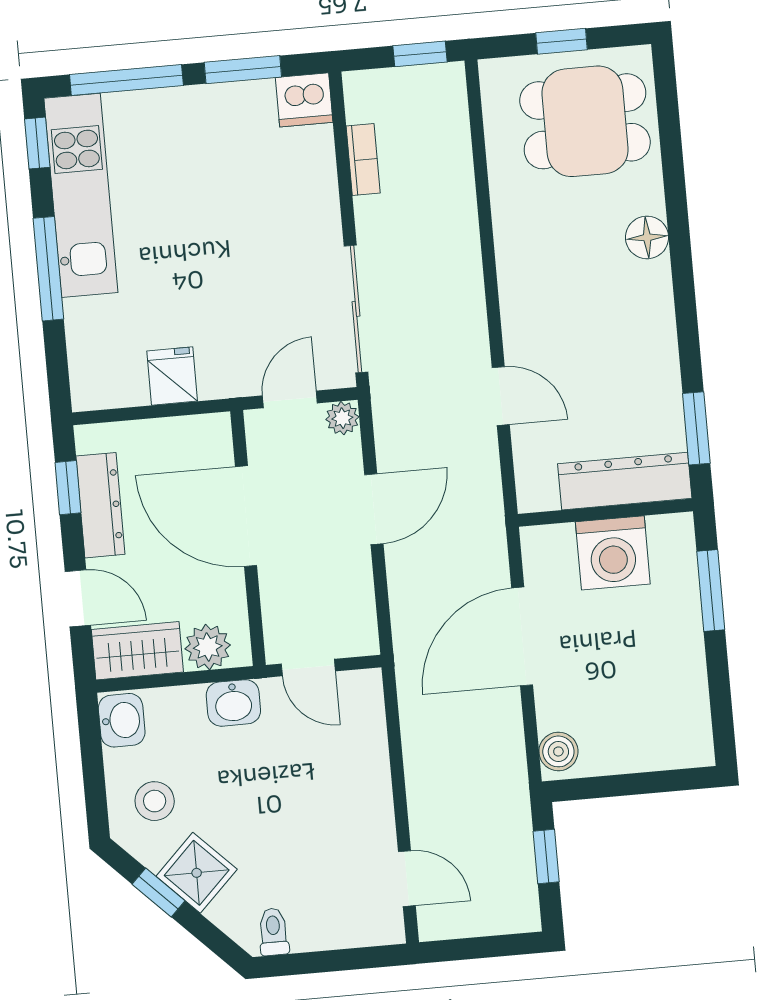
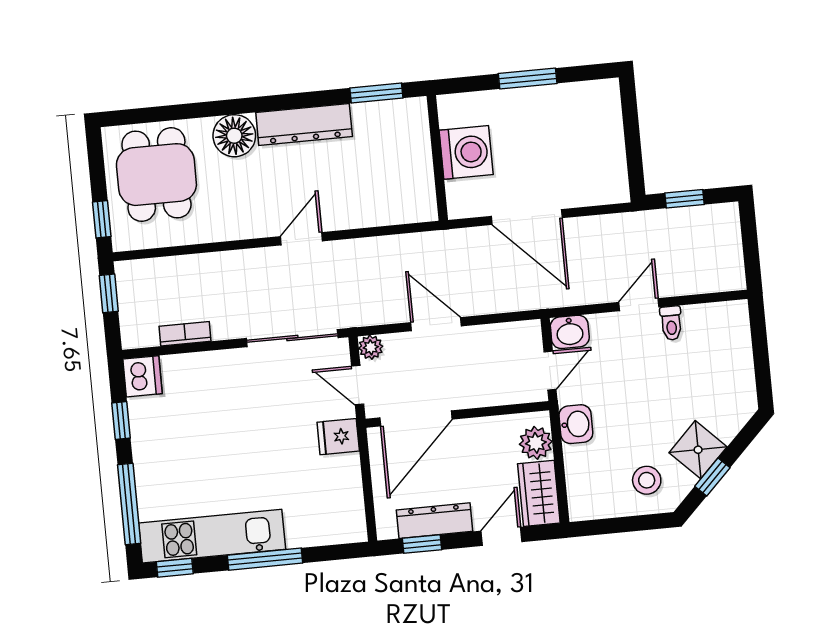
window: (561, 41) -> (102, 219), moved
window: (243, 70) -> (121, 420), width x0.67
floor lamp: (647, 237) -> (234, 136), width x1.38, depth x1.38
fridge: (172, 376) -> (338, 437), moved
door: (501, 396) -> (301, 239), moved
dresser: (625, 481) -> (304, 124), moved, turned -90
door: (246, 516) -> (416, 418), moved
window: (711, 590) -> (528, 78), moved
washbasin: (122, 720) -> (570, 332), moved, turned 180
boiler: (558, 751) -> (609, 190), removed
door: (407, 879) -> (639, 305), moved
toilet: (273, 932) -> (671, 323), moved, turned -90

